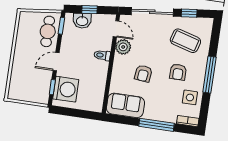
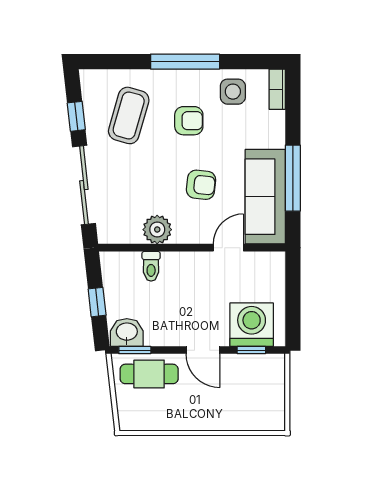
washbasin: (82, 21) -> (127, 332), moved, turned -84
door: (116, 29) -> (228, 248), moved
toilet: (102, 55) -> (151, 266), moved
sofa: (125, 105) -> (265, 197), width x1.36
window: (156, 125) -> (293, 178), moved

